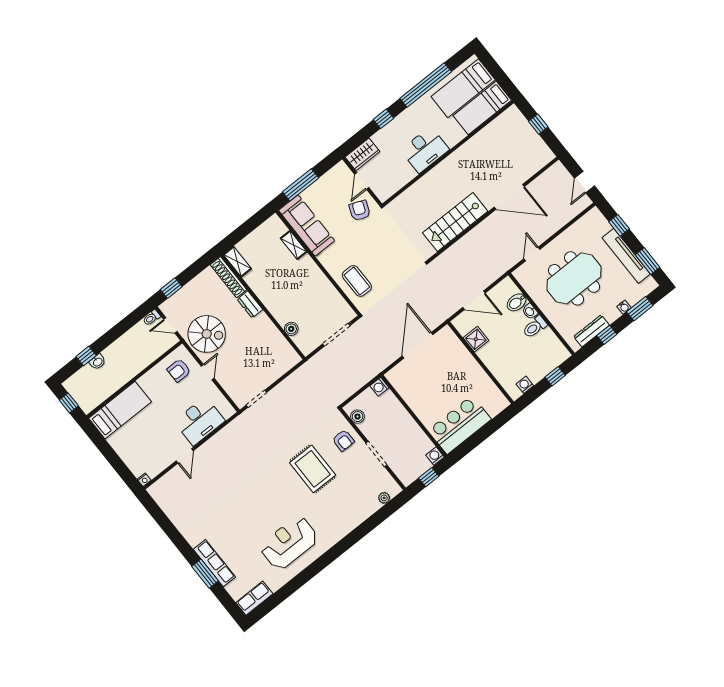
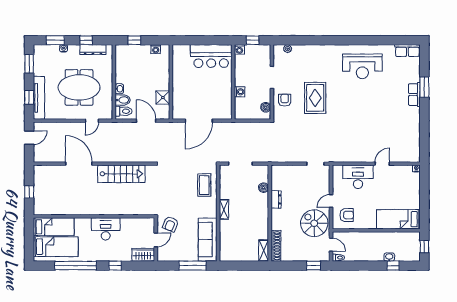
shelving: (294, 245) -> (224, 209), moved
tv unit: (626, 256) -> (39, 98), moved
dresser: (250, 304) -> (276, 199), moved
toilet: (535, 327) -> (124, 111), moved
washing machine: (379, 387) -> (240, 92), moved
row of seats: (214, 563) -> (414, 95), width x0.68

